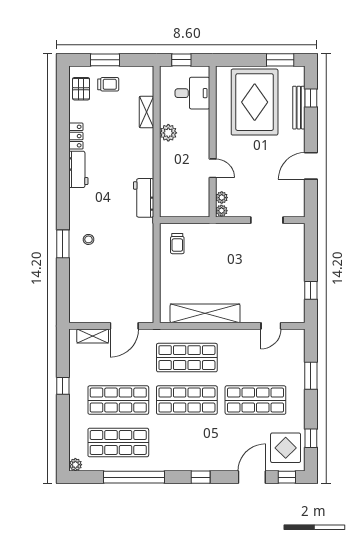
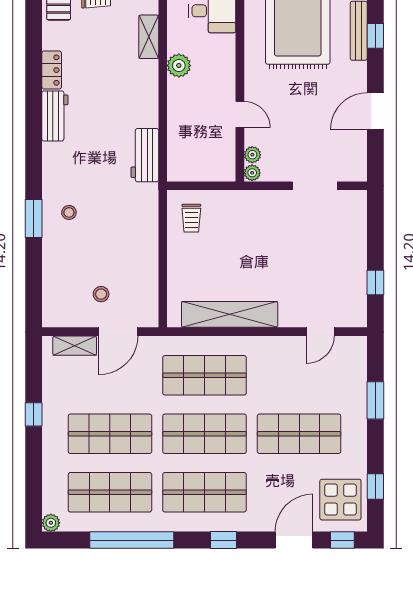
window: (311, 98) -> (375, 36), moved
stool: (112, 299) -> (101, 294), added
shop shelf: (187, 442) -> (204, 492), added

